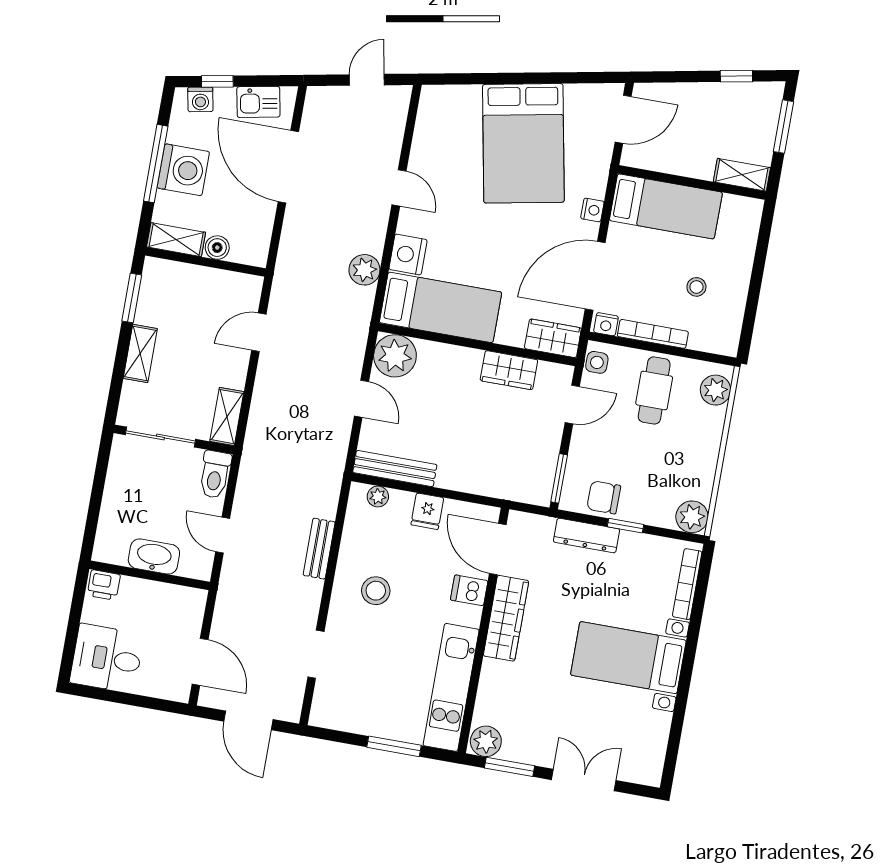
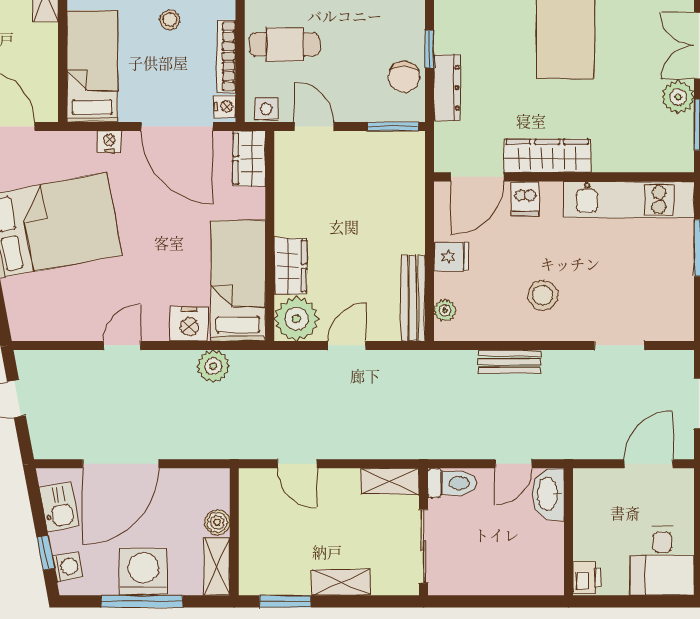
wardrobe: (509, 370) -> (290, 266), moved
washbasin: (154, 557) -> (548, 494), moved
plant: (486, 741) -> (678, 97), moved

